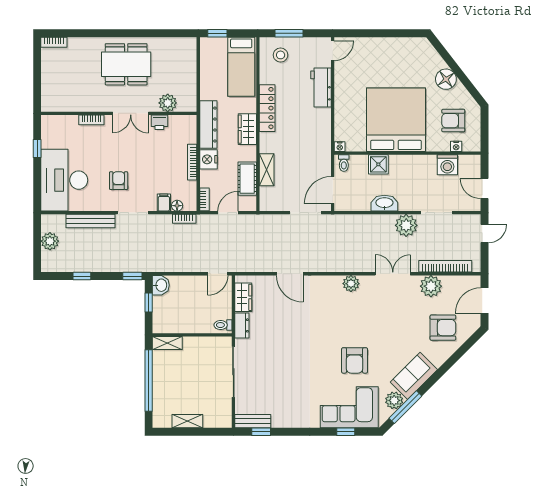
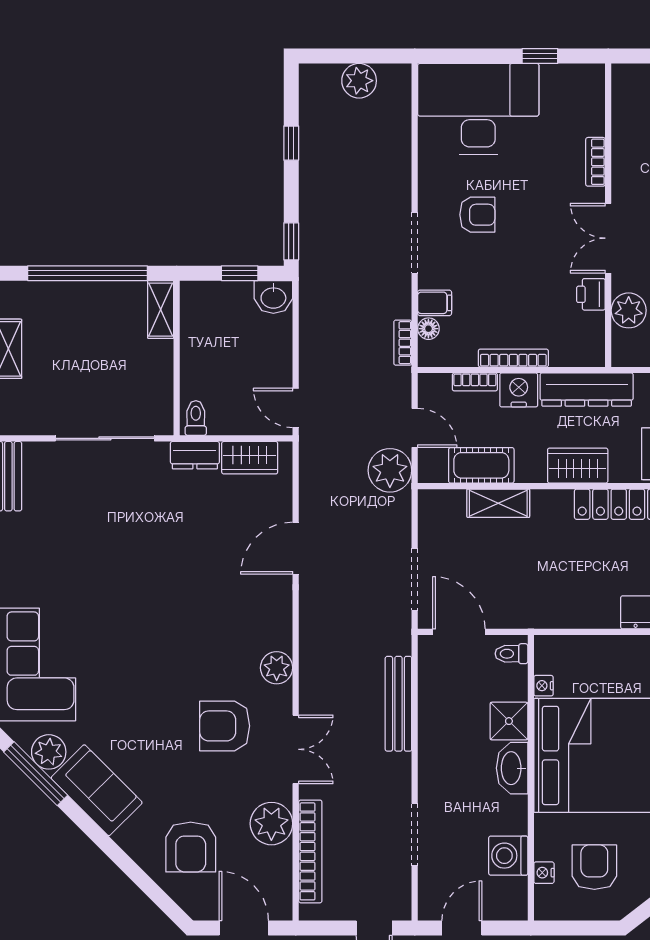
nightstand: (340, 147) -> (543, 686), moved
bookcase: (204, 199) -> (475, 382), moved
washbasin: (384, 203) -> (512, 768), moved, turned 180
bench: (90, 221) -> (398, 704), moved
plant: (406, 225) -> (390, 470), moved
armchair: (355, 360) -> (225, 726), moved

